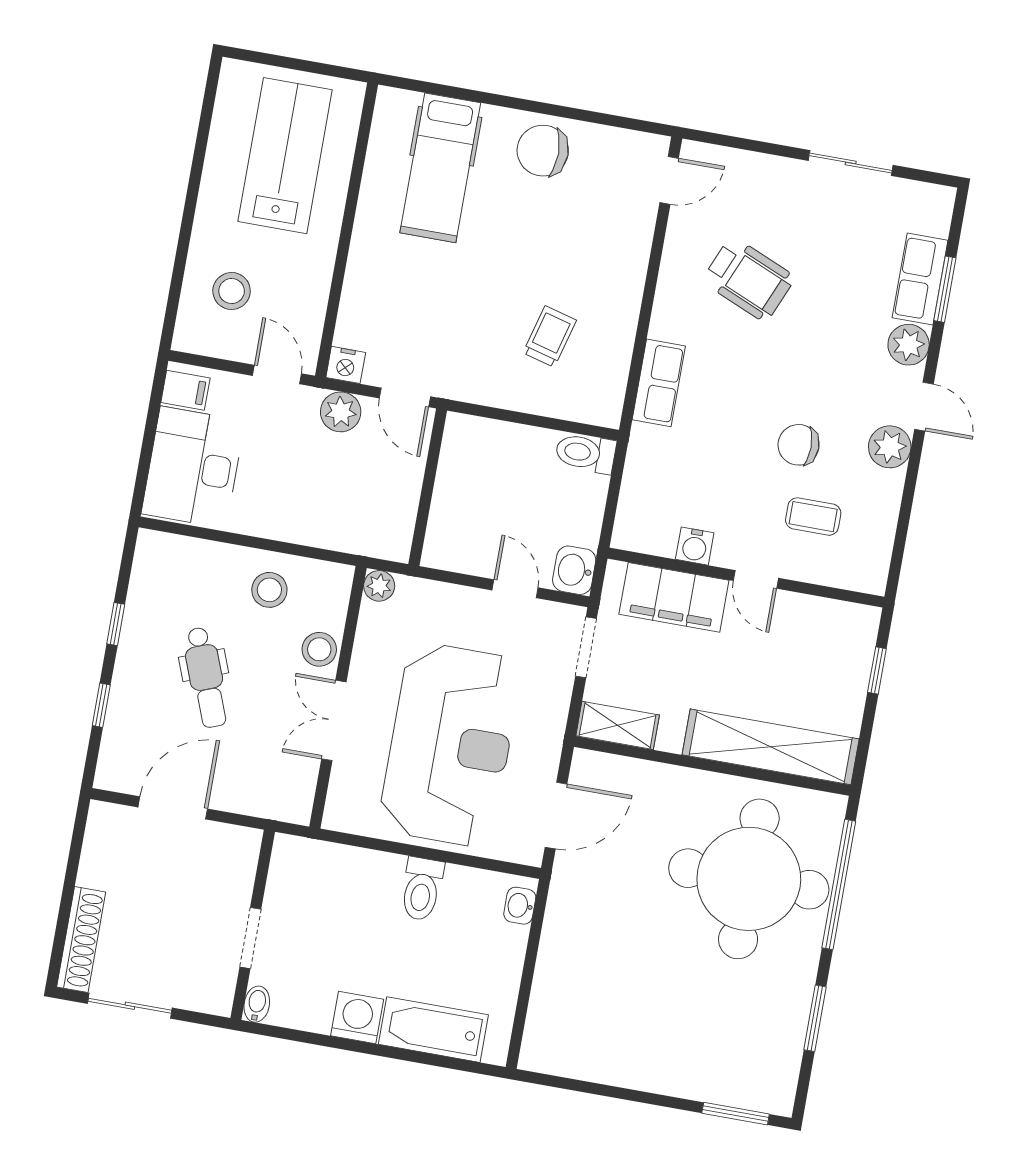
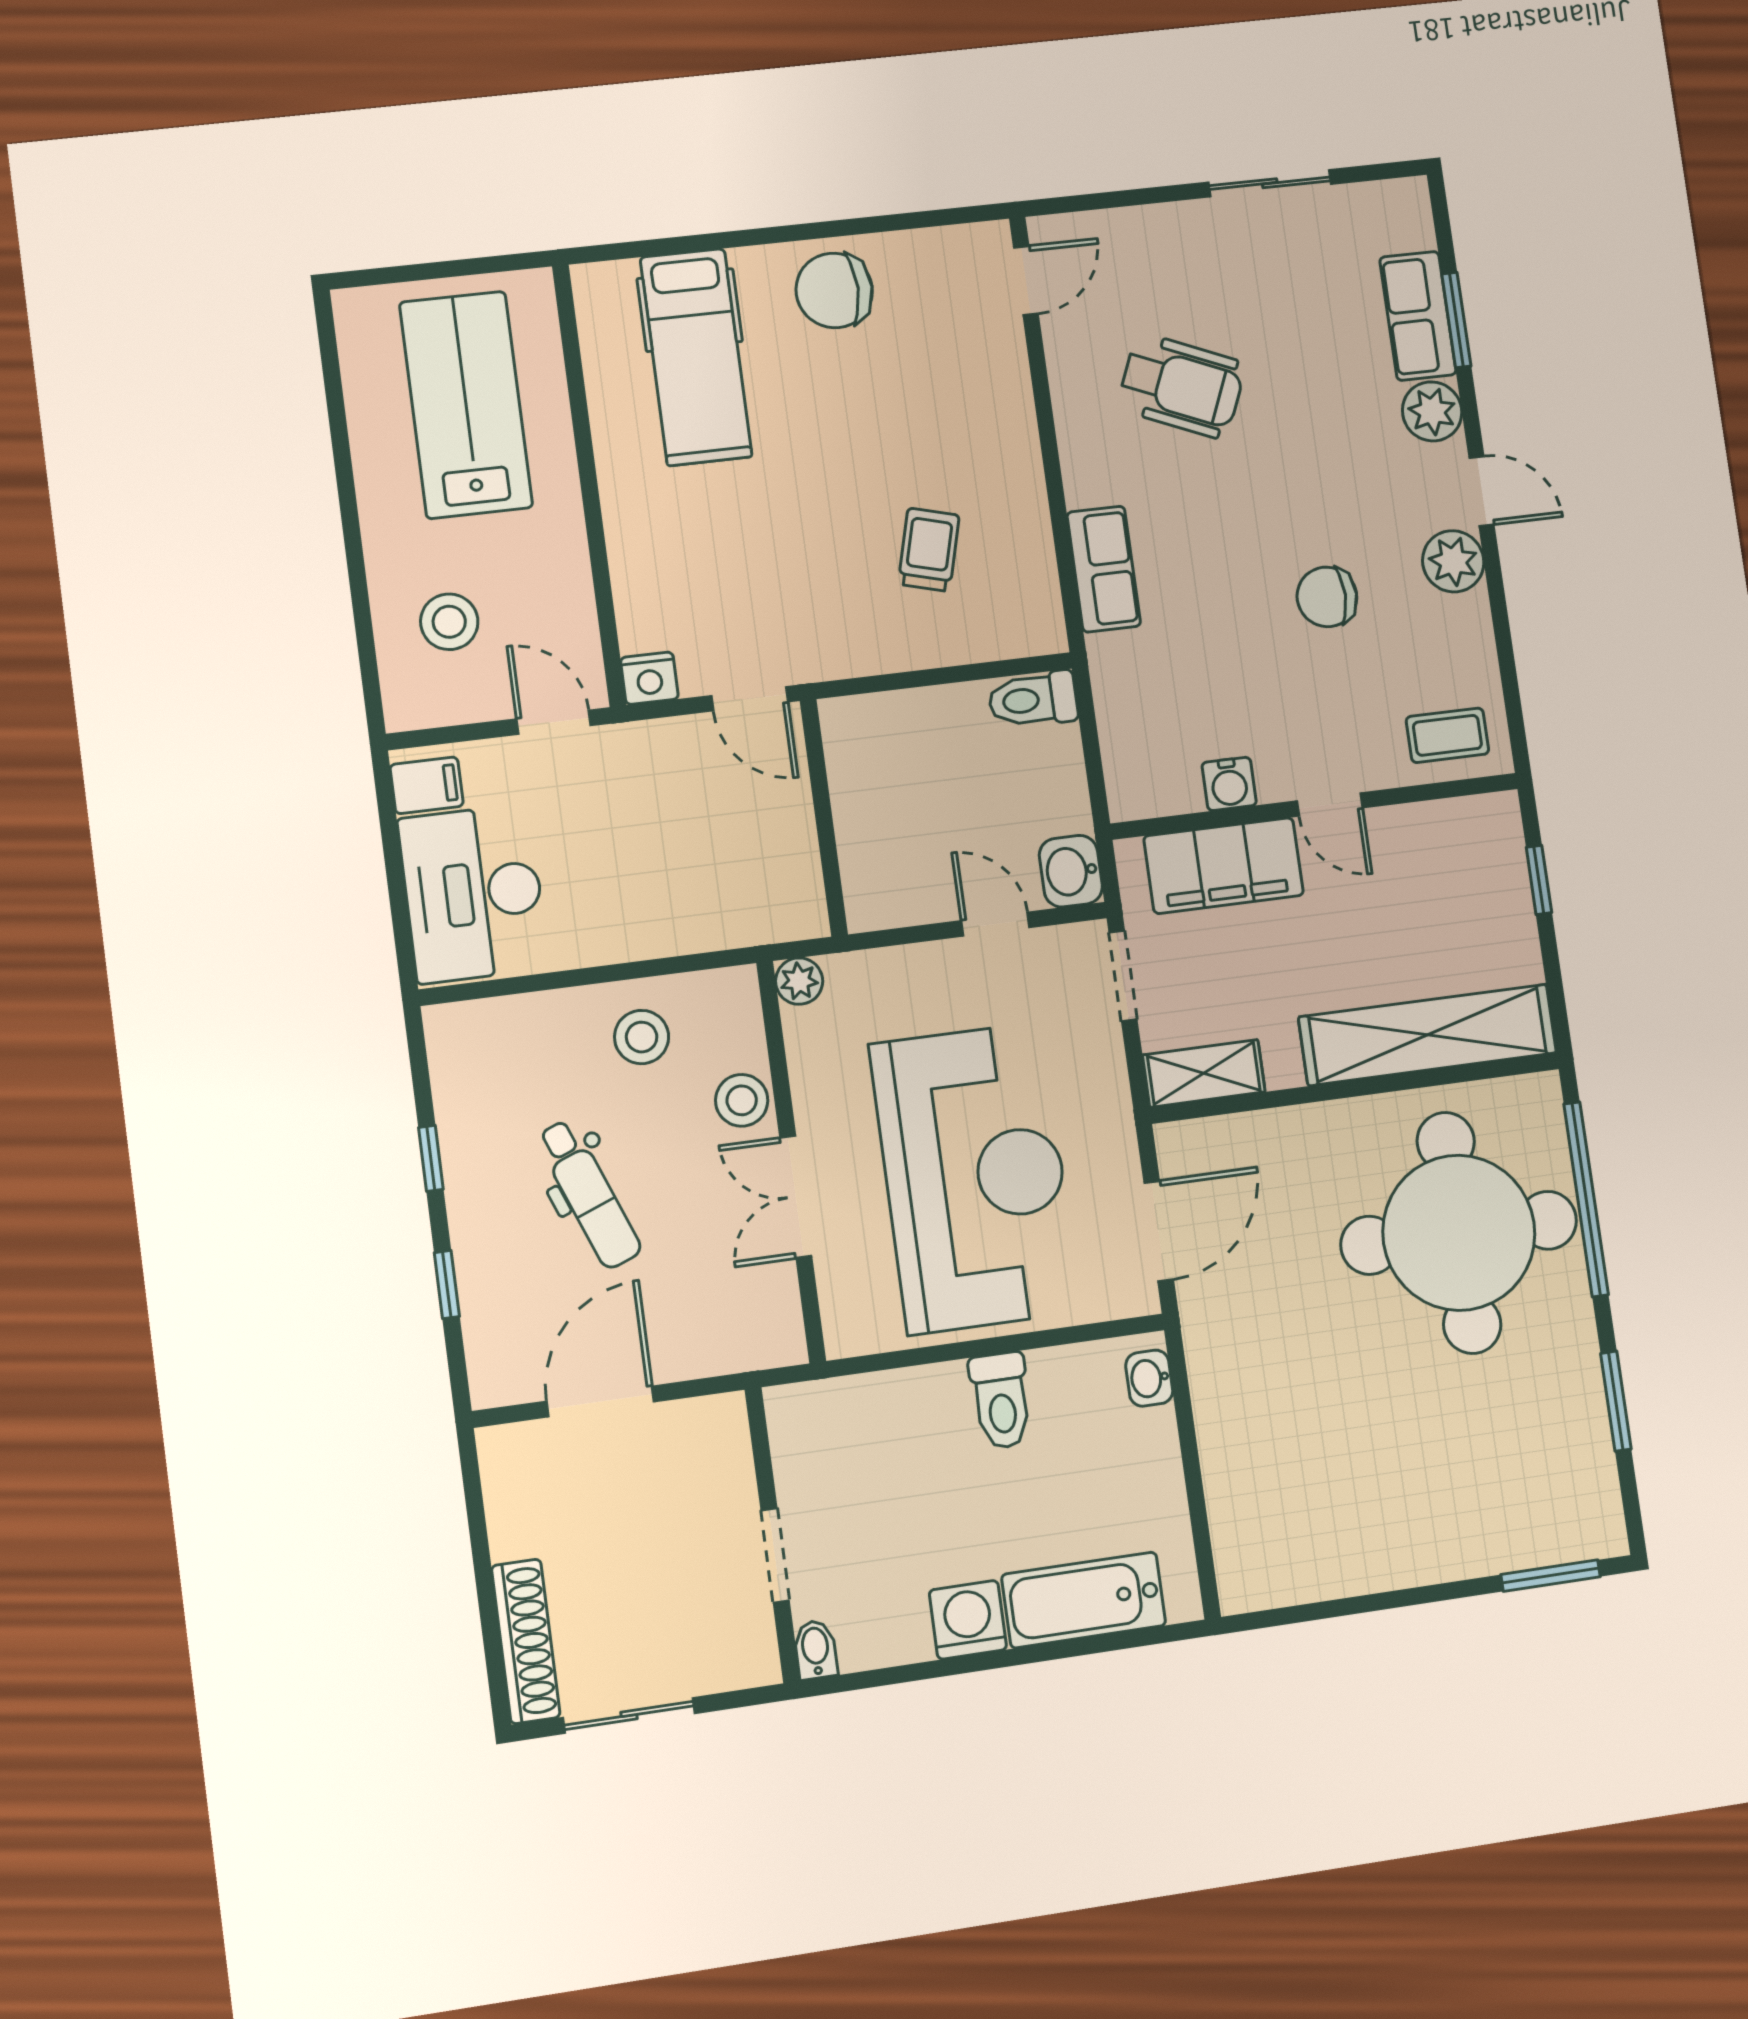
plant: (341, 412) -> (663, 748), removed
coffee table: (813, 517) -> (1447, 735), moved

